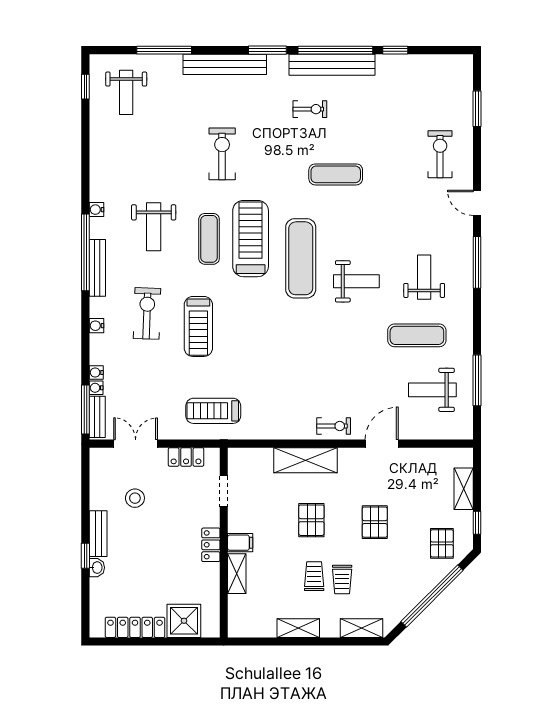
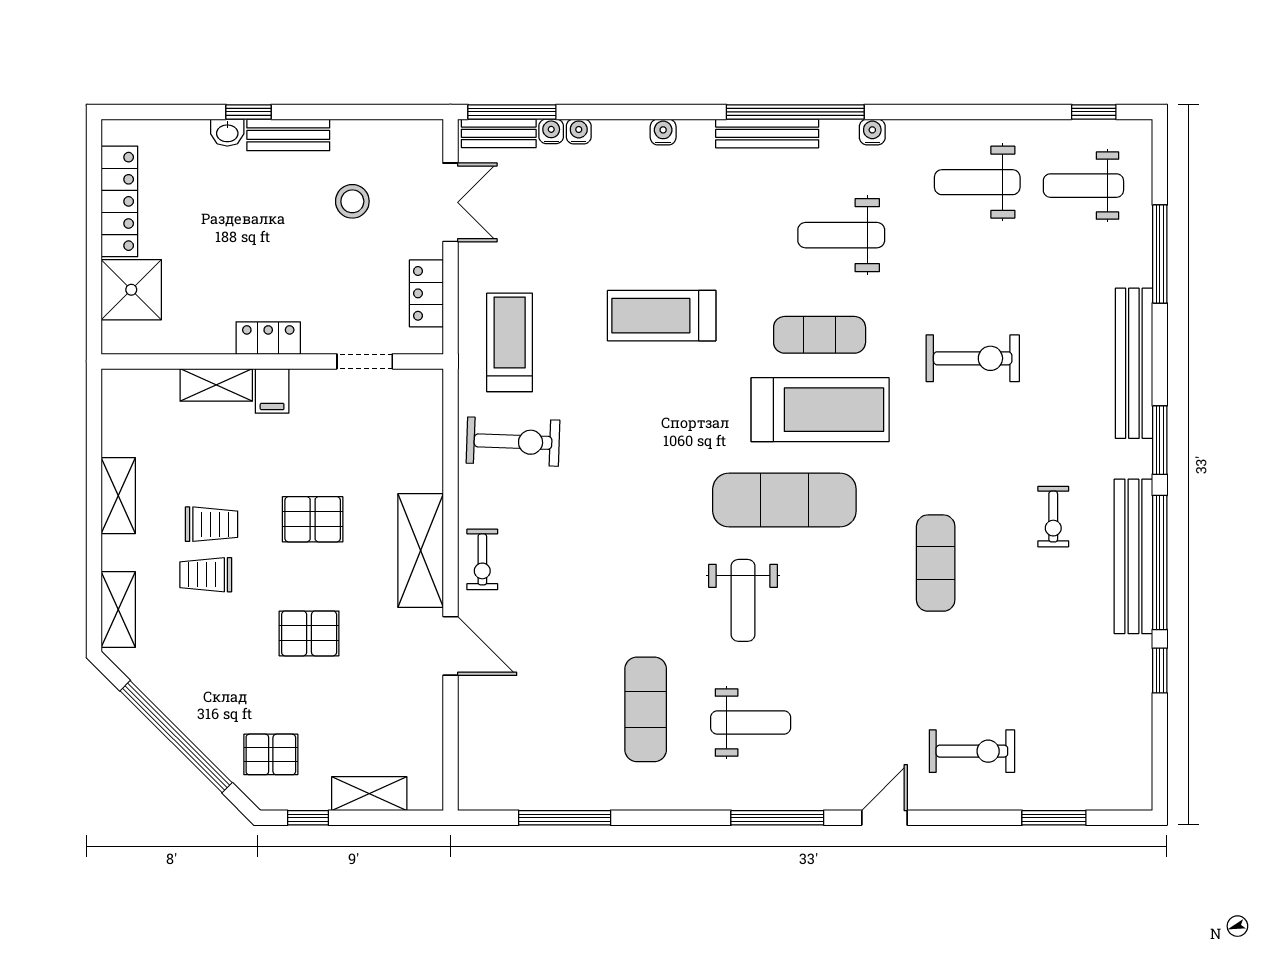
exercise bike: (147, 313) -> (513, 442), moved
weight bench: (432, 390) -> (977, 182), moved, turned -90
shelving: (305, 460) -> (421, 551), moved

